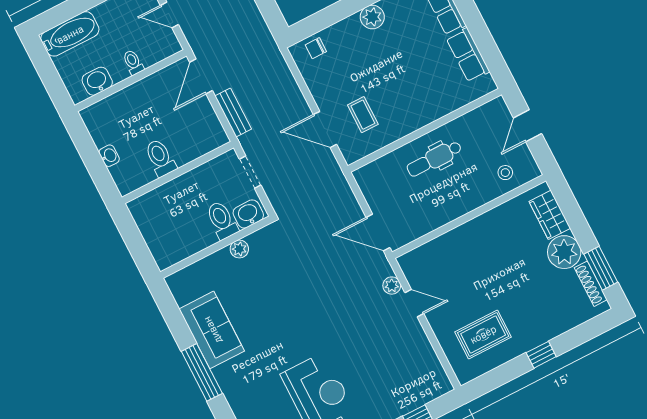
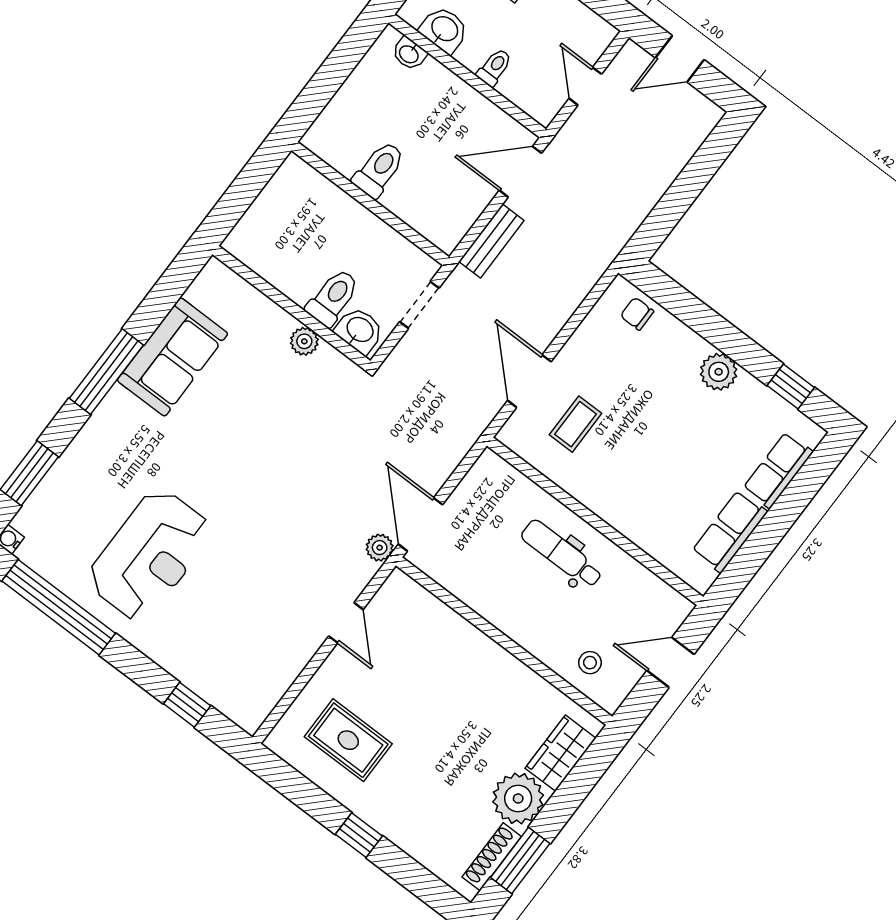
washbasin: (109, 156) -> (409, 54), moved, turned 90
plant: (392, 286) -> (380, 548), moved

